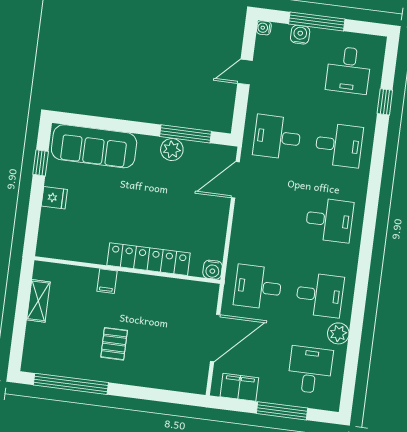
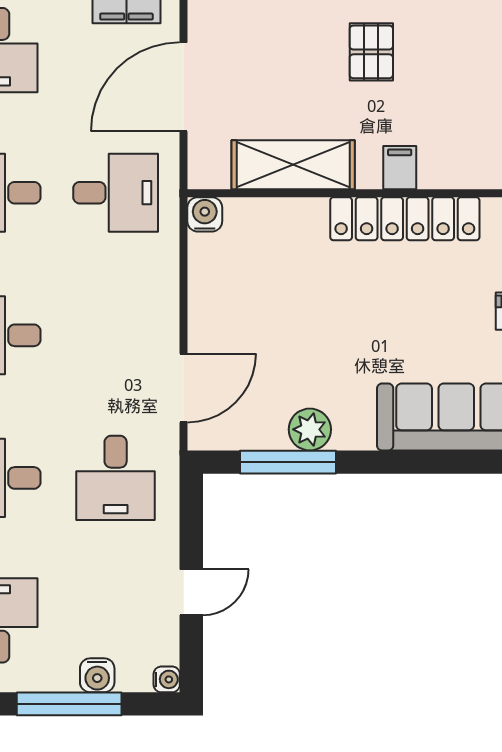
desk: (277, 137) -> (116, 478), turned 90
locker: (149, 259) -> (405, 219), moved
shelving: (163, 290) -> (293, 165), added

